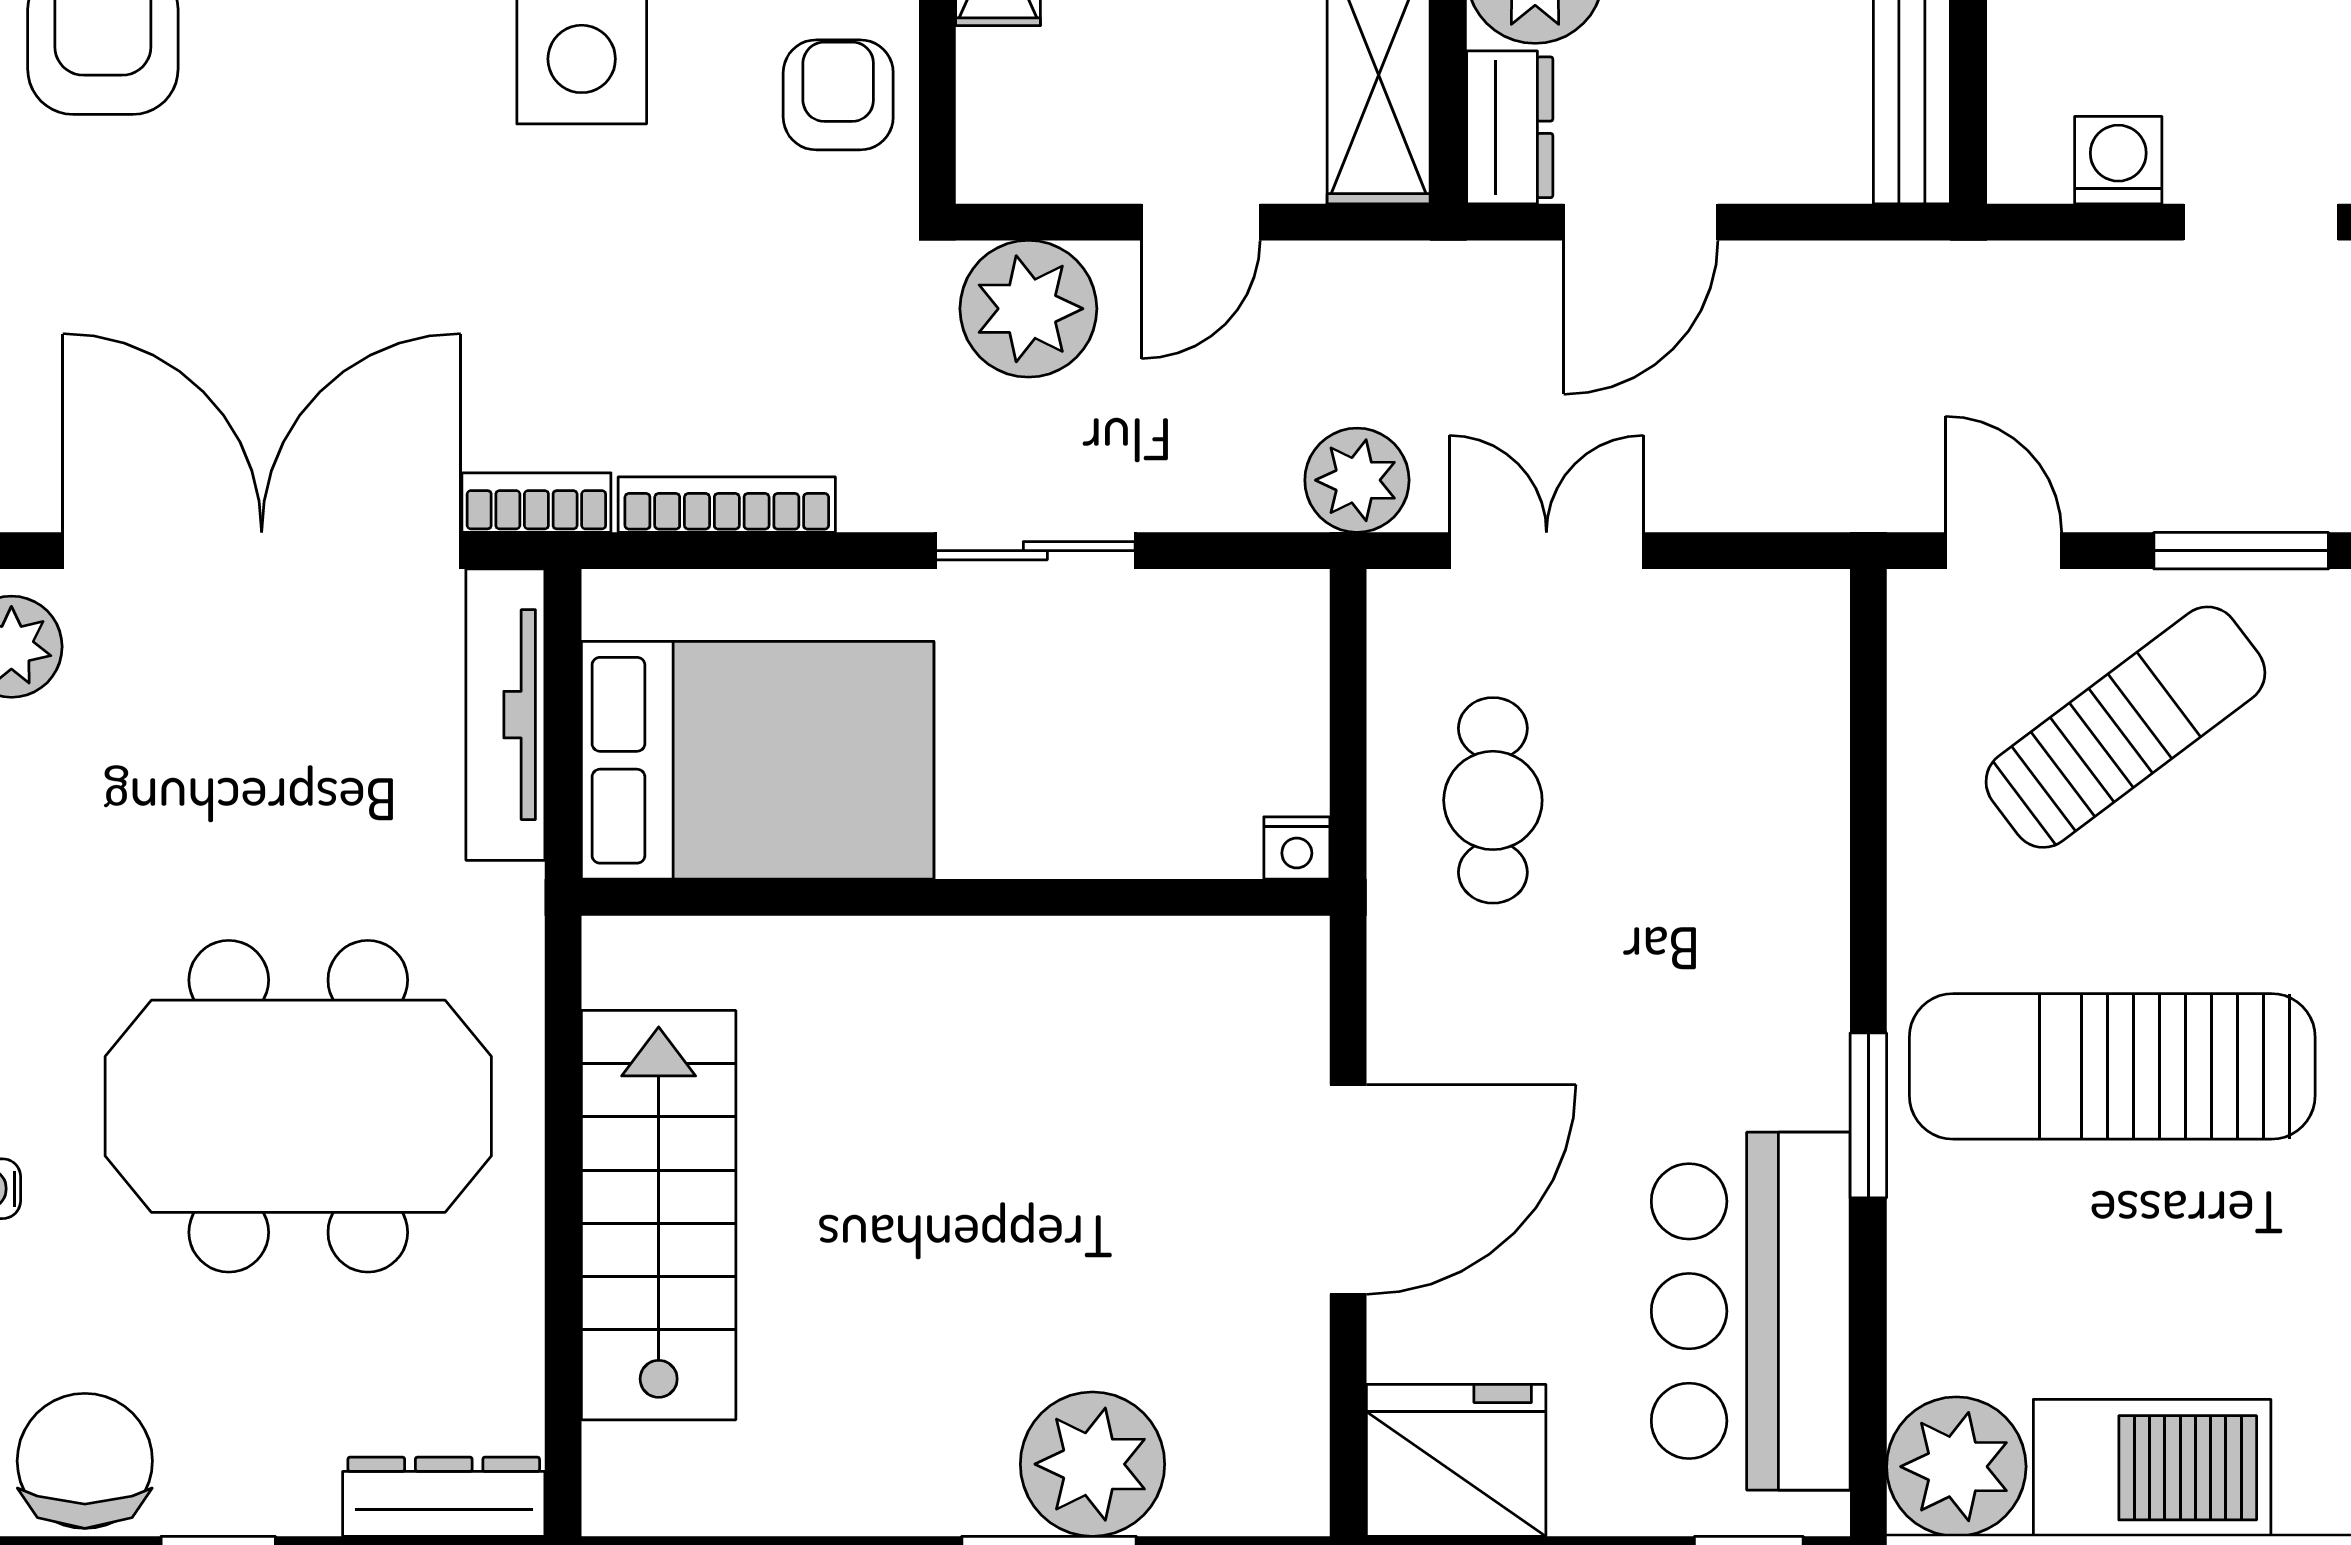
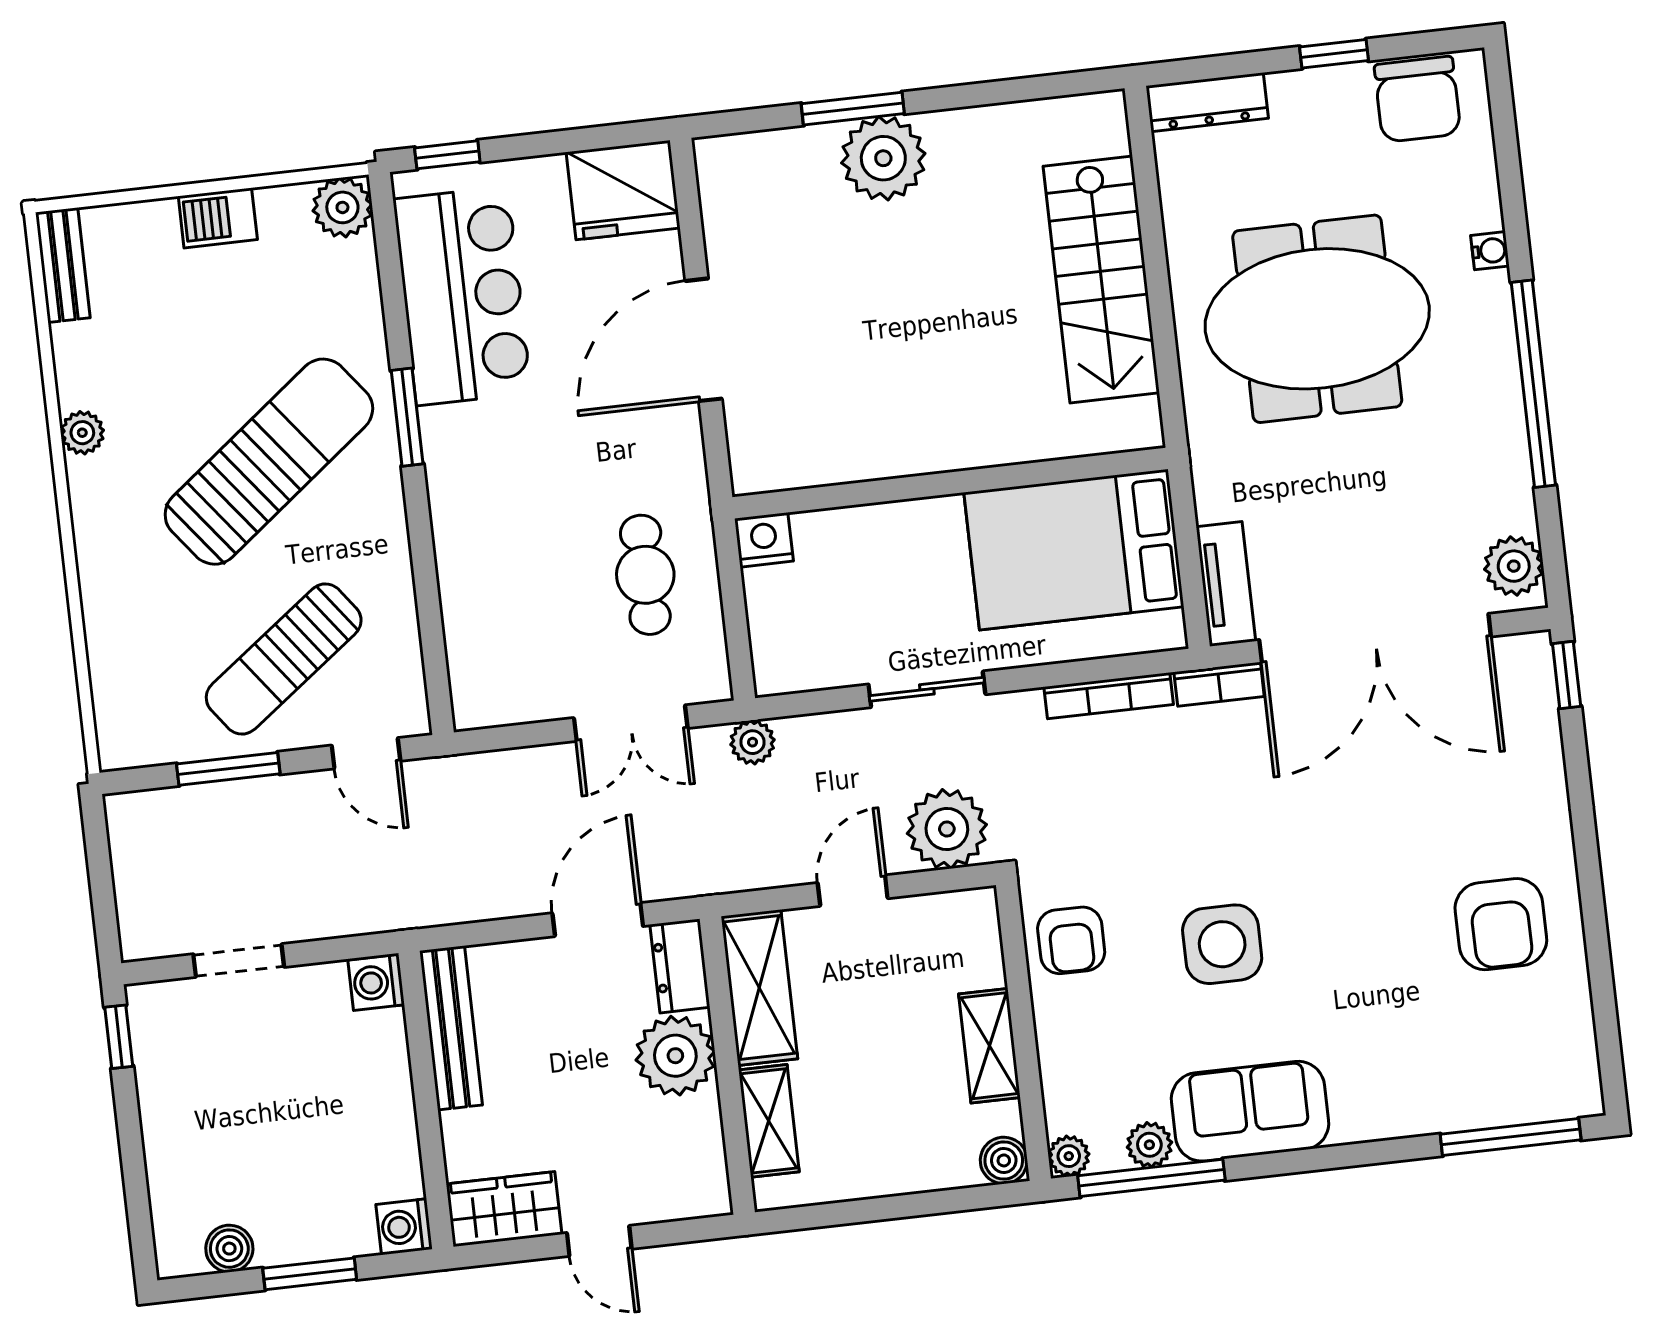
washing machine: (2118, 160) -> (376, 982), moved, turned 90
plant: (1357, 480) -> (752, 742), width x0.73, depth x0.73
tv unit: (505, 715) -> (1226, 584), width x0.71
nightstand: (1297, 848) -> (764, 540), width x1.39, depth x1.35
sun lounger: (2112, 1066) -> (269, 462), turned -38
plant: (1092, 1464) -> (883, 158), moved
plant: (1956, 1467) -> (342, 207), width x0.73, depth x0.73
barbecue: (2152, 1468) -> (218, 218), width x0.53, depth x0.65

